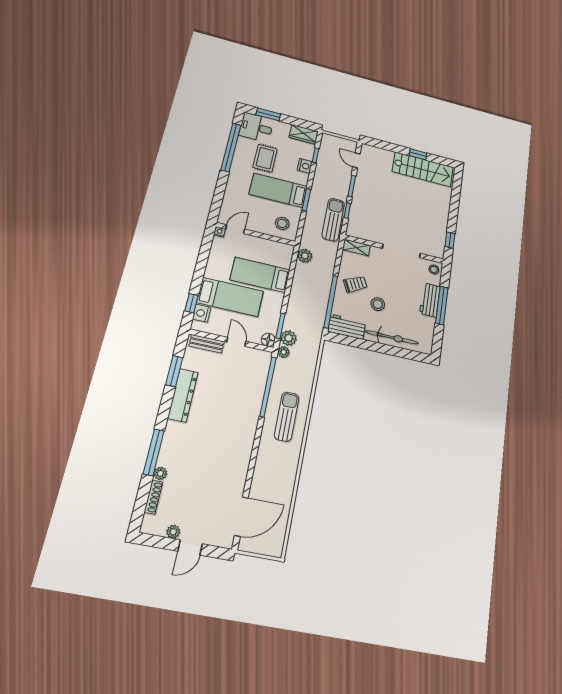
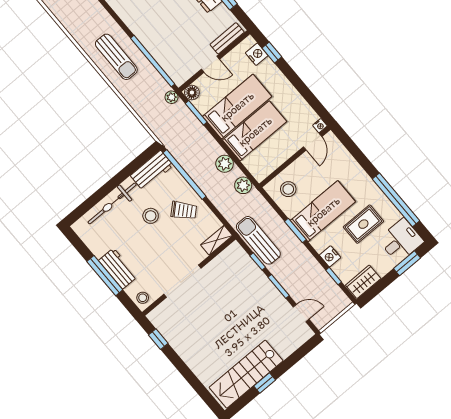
rug: (265, 158) -> (363, 224), turned 90
sun lounger: (333, 220) -> (258, 240), turned 180
trolley: (355, 284) -> (184, 210), turned -105
bed: (230, 297) -> (237, 106), moved, turned 180
plant: (289, 338) -> (225, 164), moved

